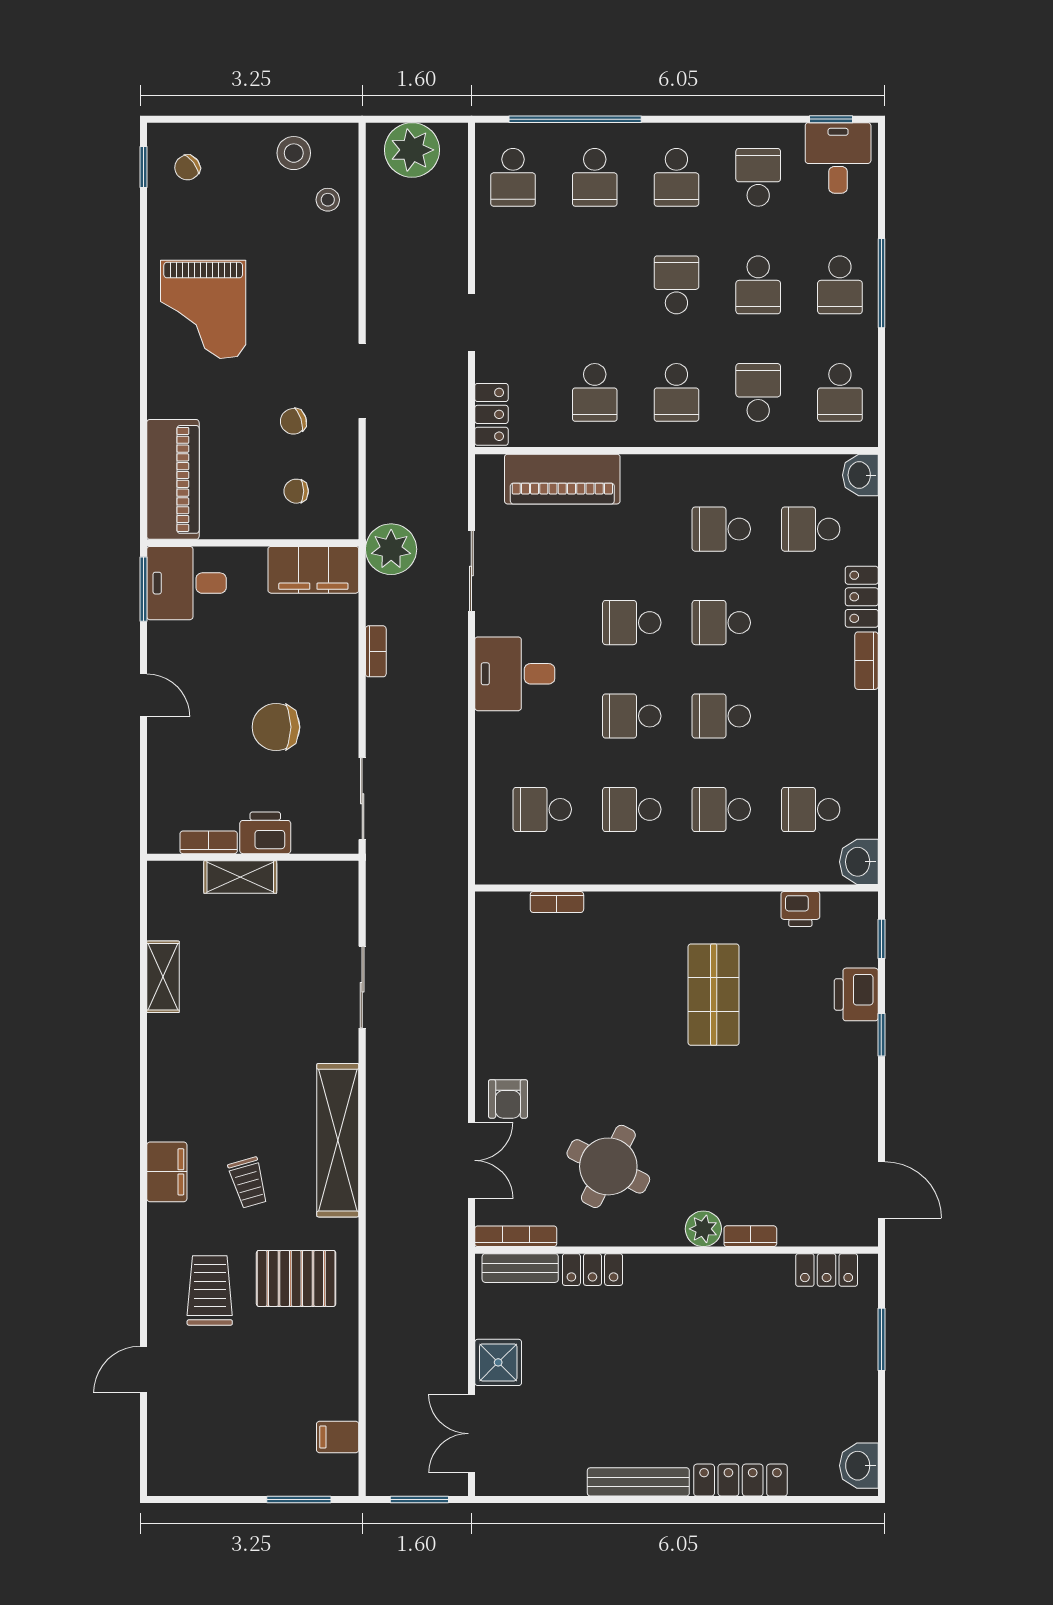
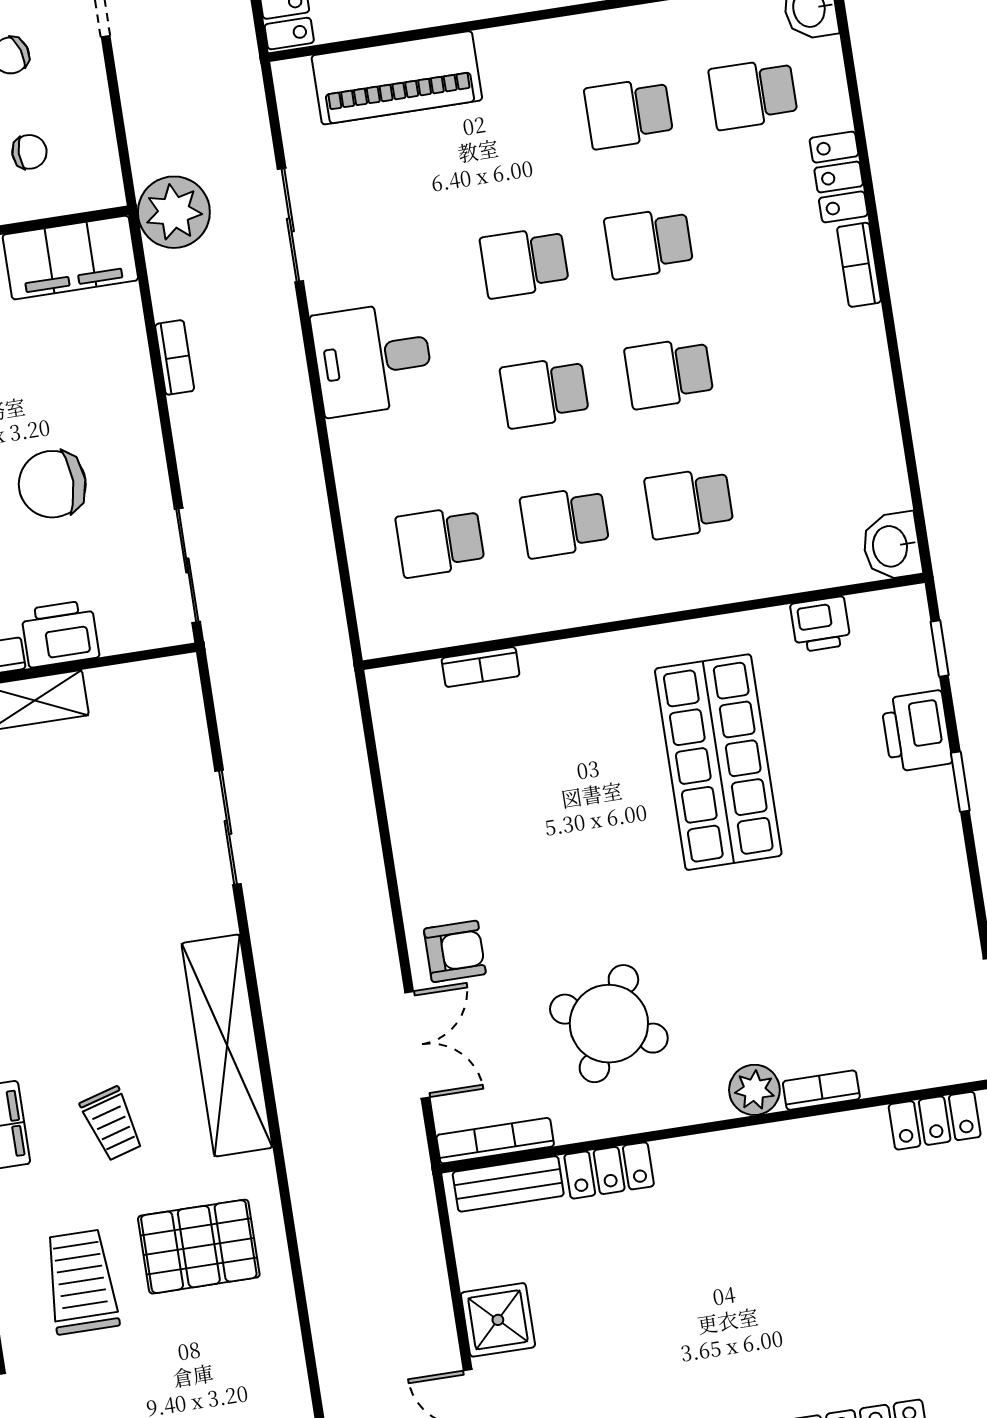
chair: (296, 491) -> (29, 152), turned 180
school desk: (811, 809) -> (813, 484), removed
shop shelf: (714, 995) -> (718, 762), width x1.43, depth x1.36
armchair: (508, 1099) -> (455, 951), turned -90

